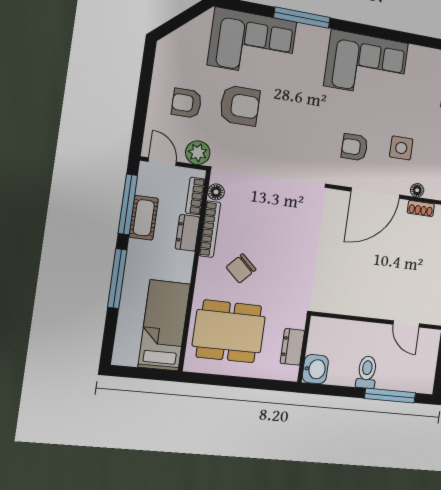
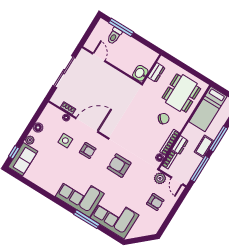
corner sofa: (366, 64) -> (80, 195), moved
armchair: (240, 106) -> (119, 166), moved
cot: (144, 218) -> (204, 146), moved
dining table: (229, 331) -> (181, 93), turned 90
washbasin: (315, 369) -> (140, 73), moved
toilet: (367, 372) -> (114, 36), moved

